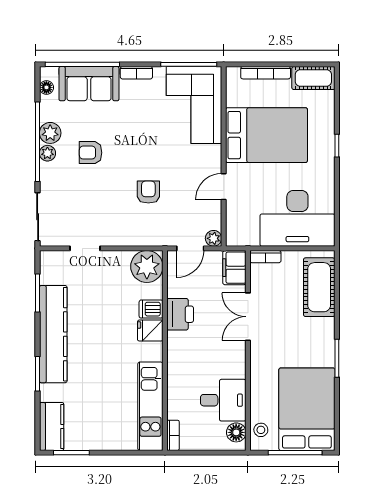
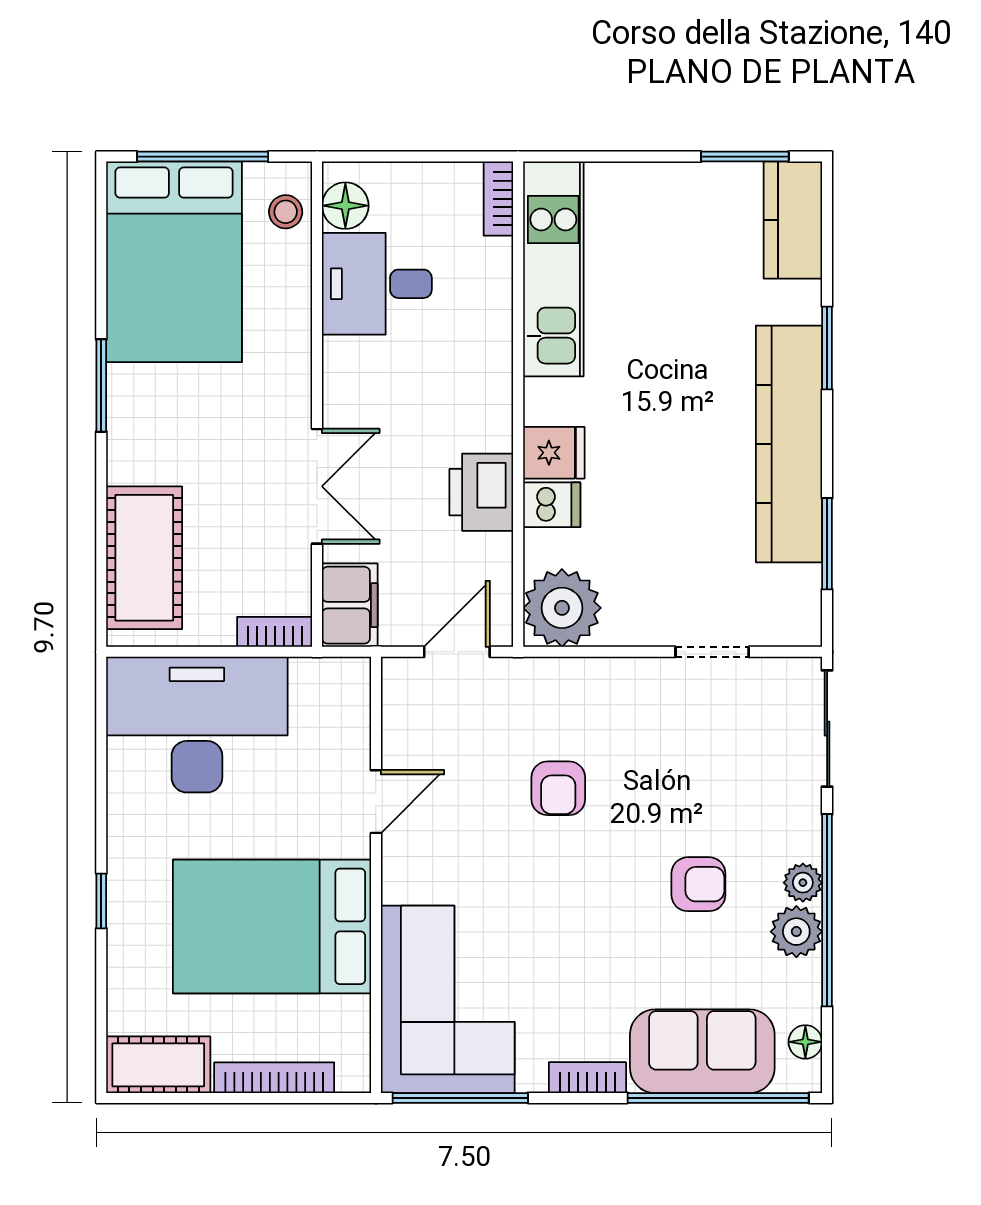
plant: (214, 238) -> (400, 676), removed

